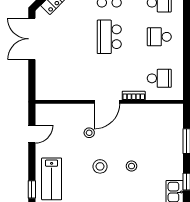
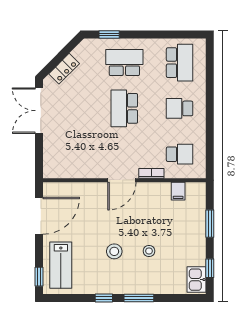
filing cabinet: (158, 112) -> (178, 191), added
stool: (89, 133) -> (102, 214), removed
door: (32, 134) -> (39, 216), width x1.88

